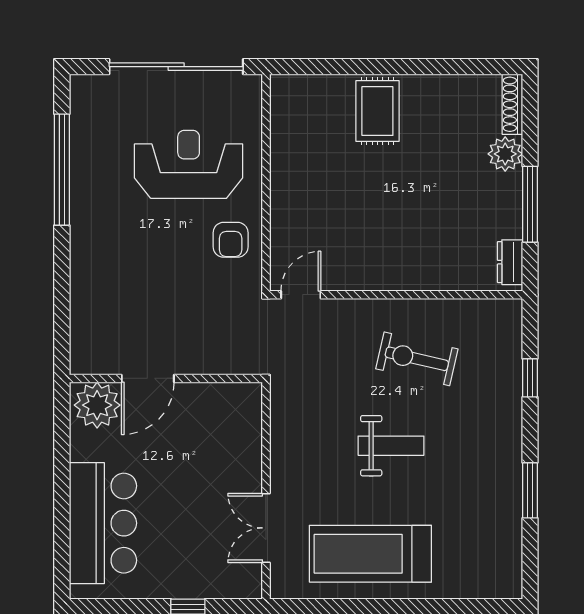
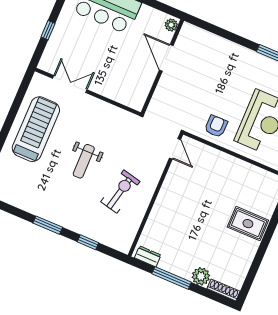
armchair: (231, 240) -> (216, 126), turned 90
plant: (97, 405) -> (171, 25), width x0.53, depth x0.53
window: (530, 490) -> (48, 225), moved

